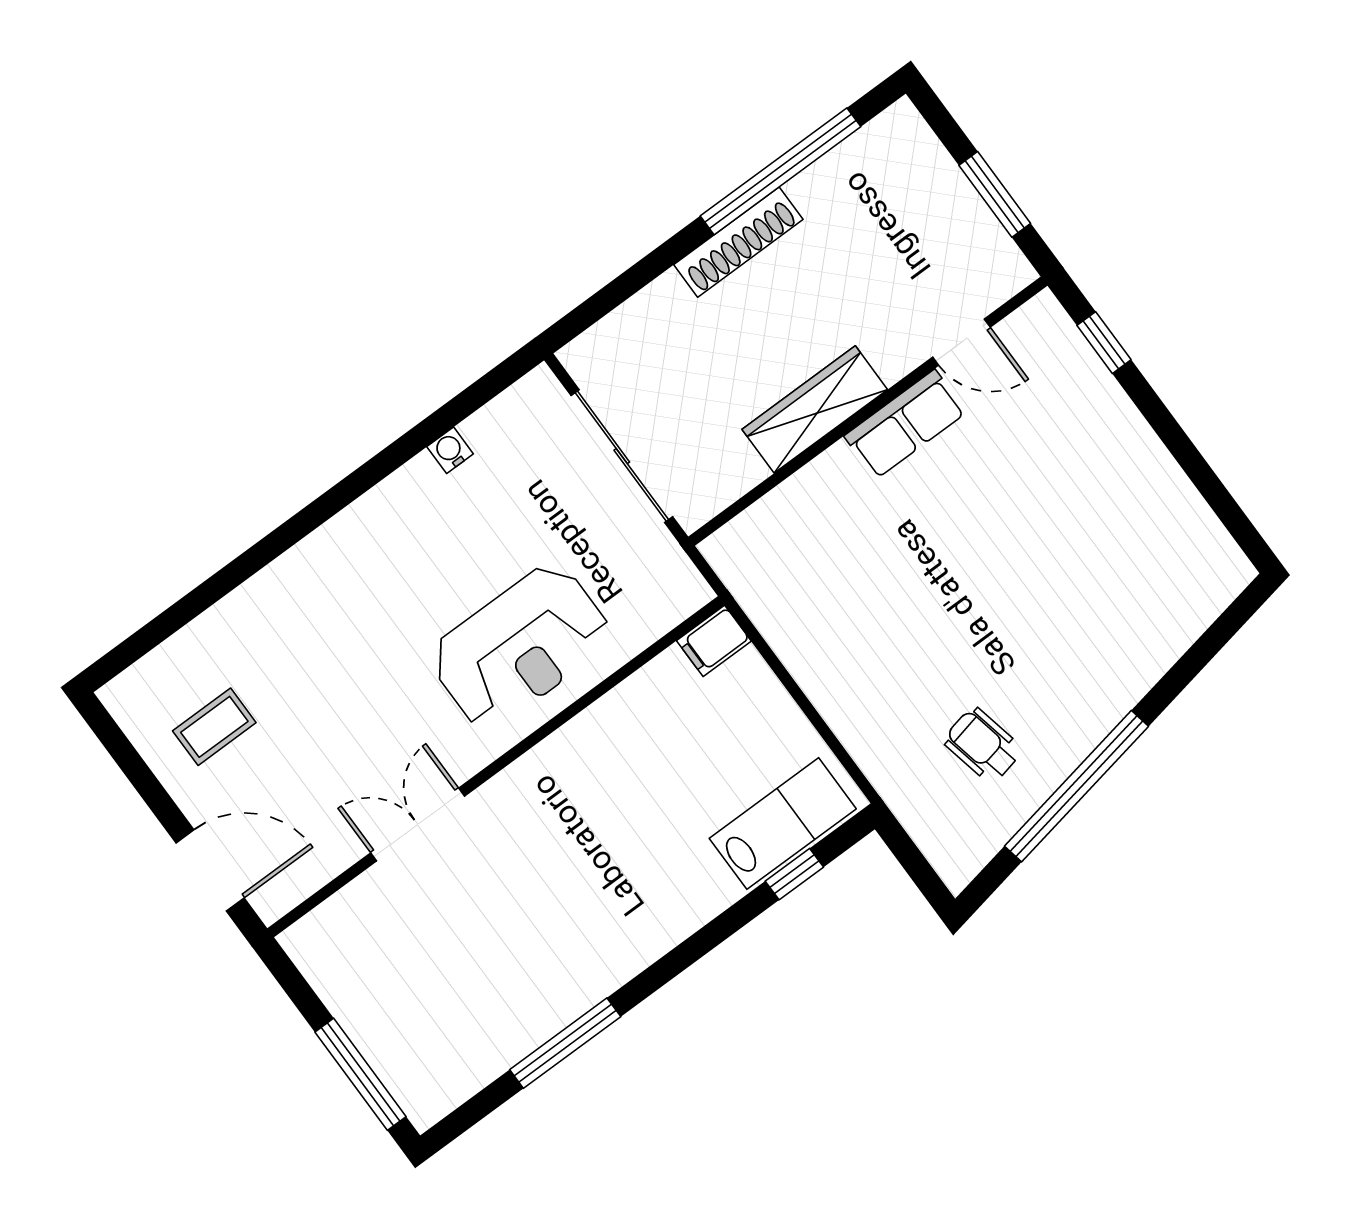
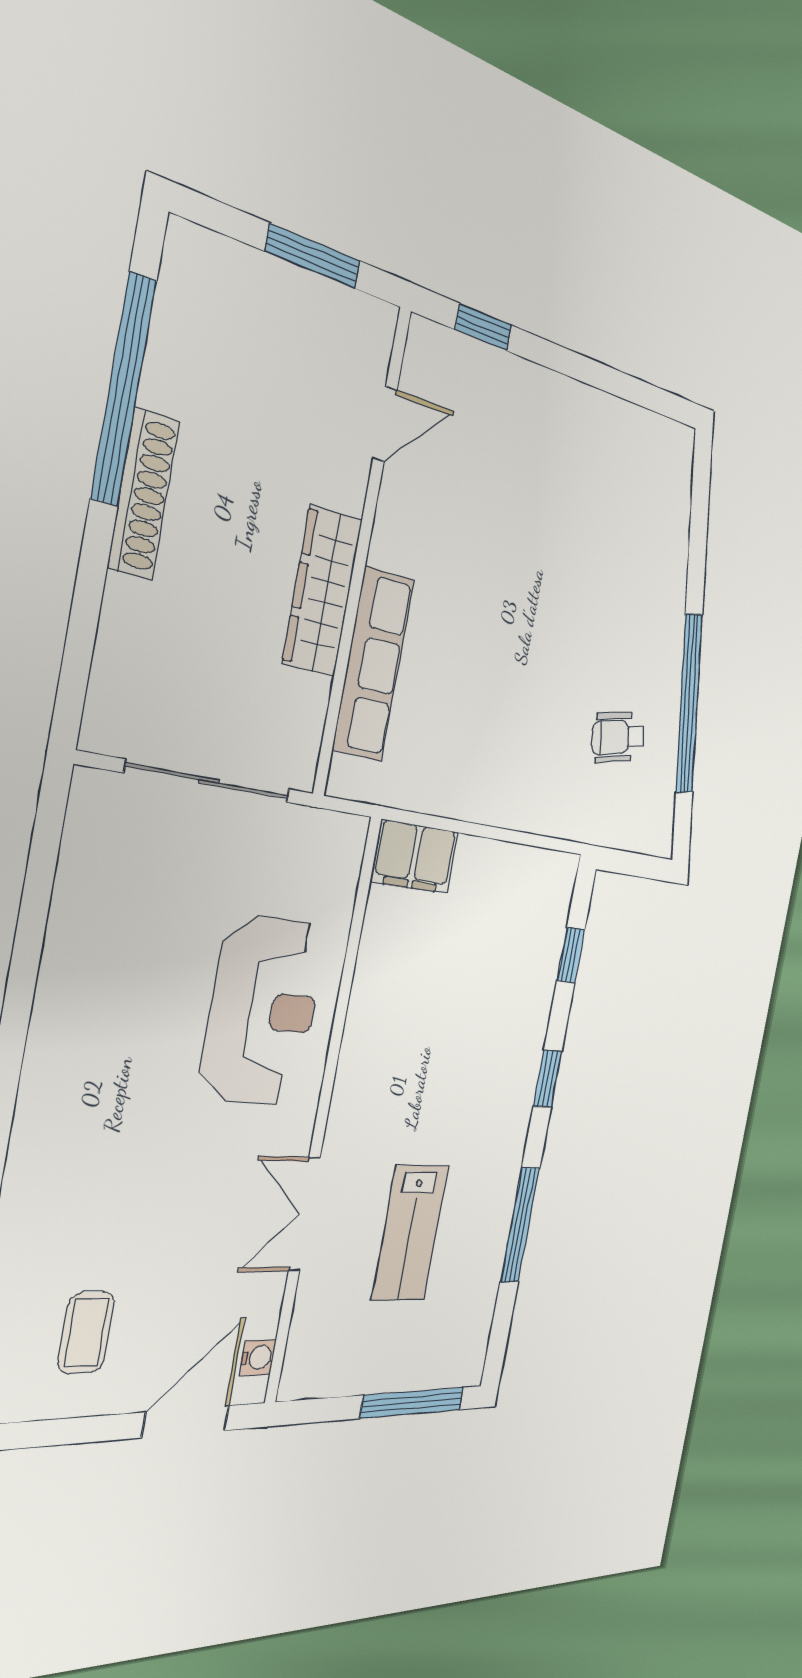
row of seats: (905, 424) -> (373, 665), moved, width x1.48
water cooler: (450, 450) -> (258, 1358), moved, turned 180
filing cabinet: (714, 641) -> (415, 857), width x2.00
lab bench: (783, 824) -> (410, 1233), moved, turned 180
window: (690, 951) -> (547, 1079), added

